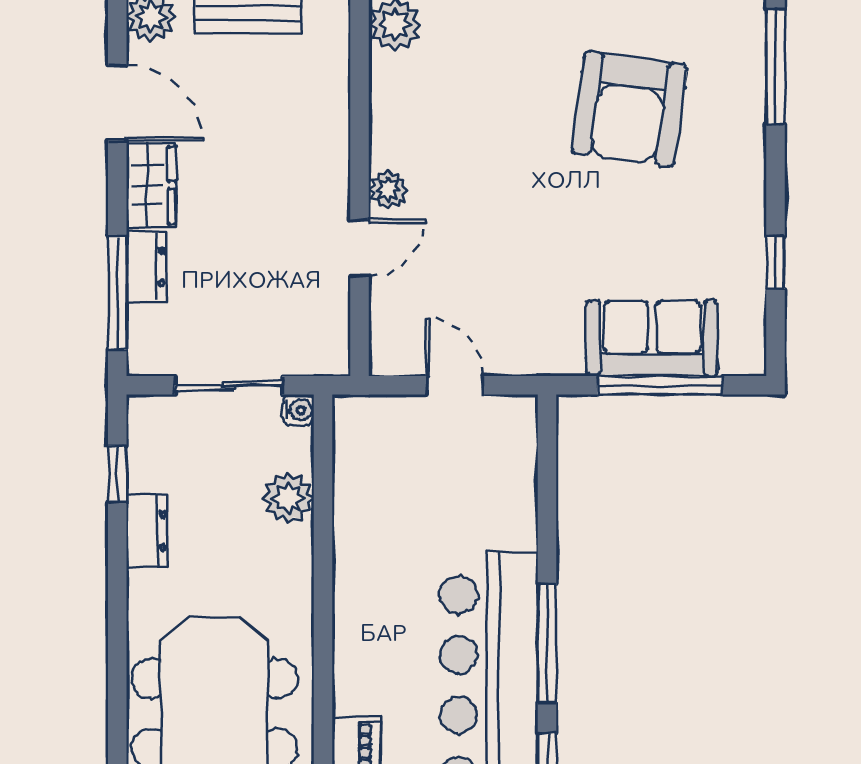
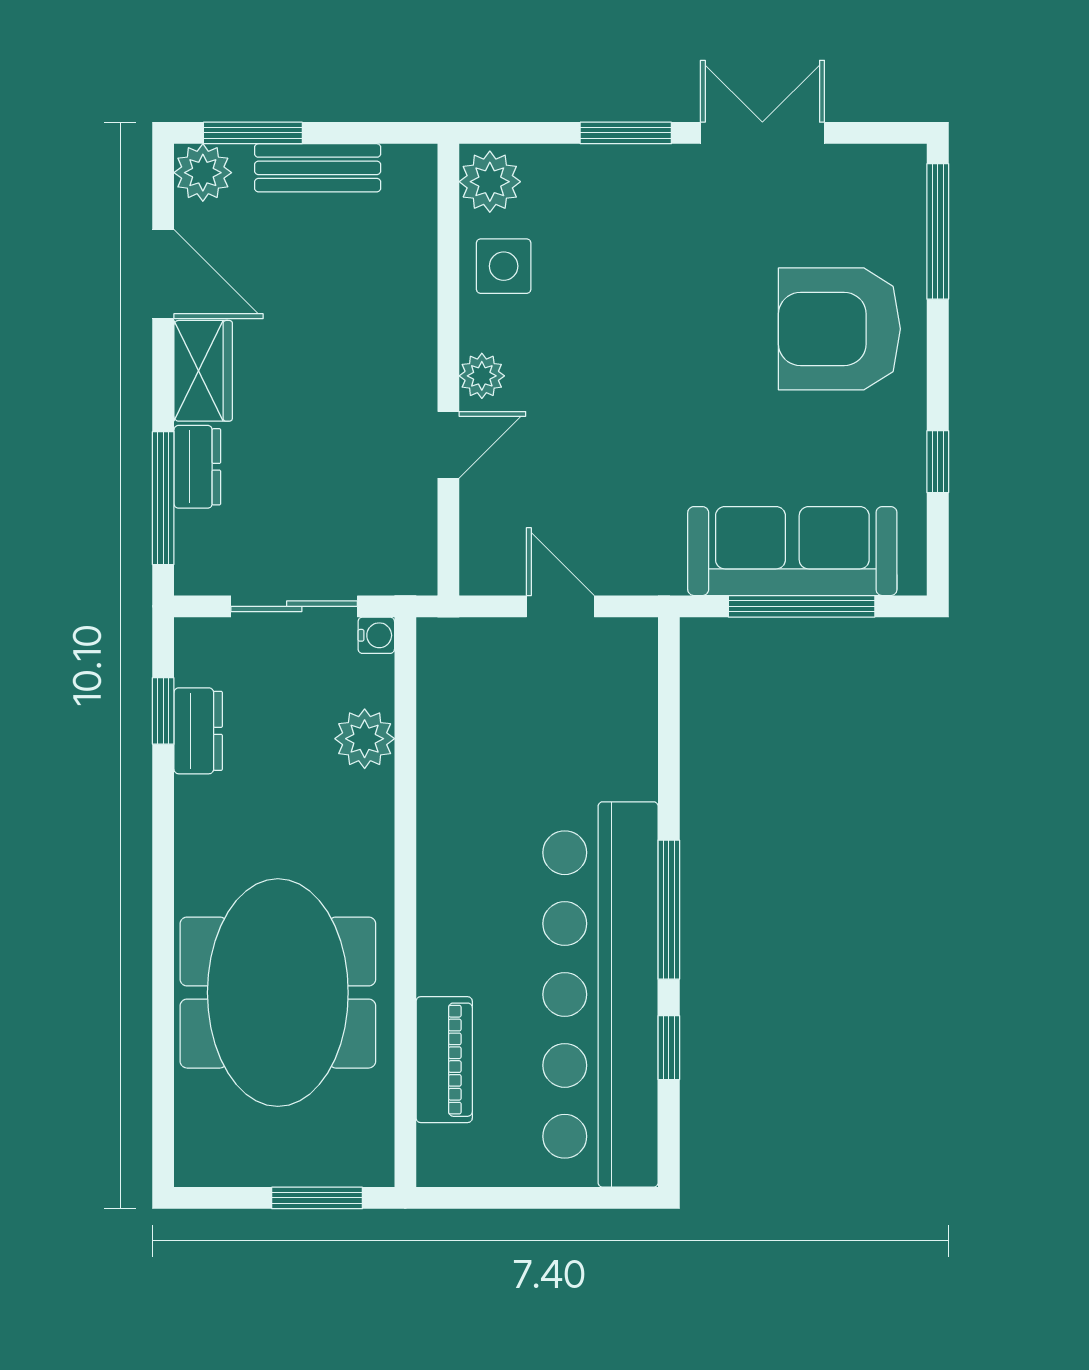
side table: (407, 96) -> (504, 266), added
armchair: (629, 109) -> (839, 329), moved, turned 82
sofa: (652, 338) -> (792, 551), width x1.36
dresser: (147, 531) -> (198, 731), moved

